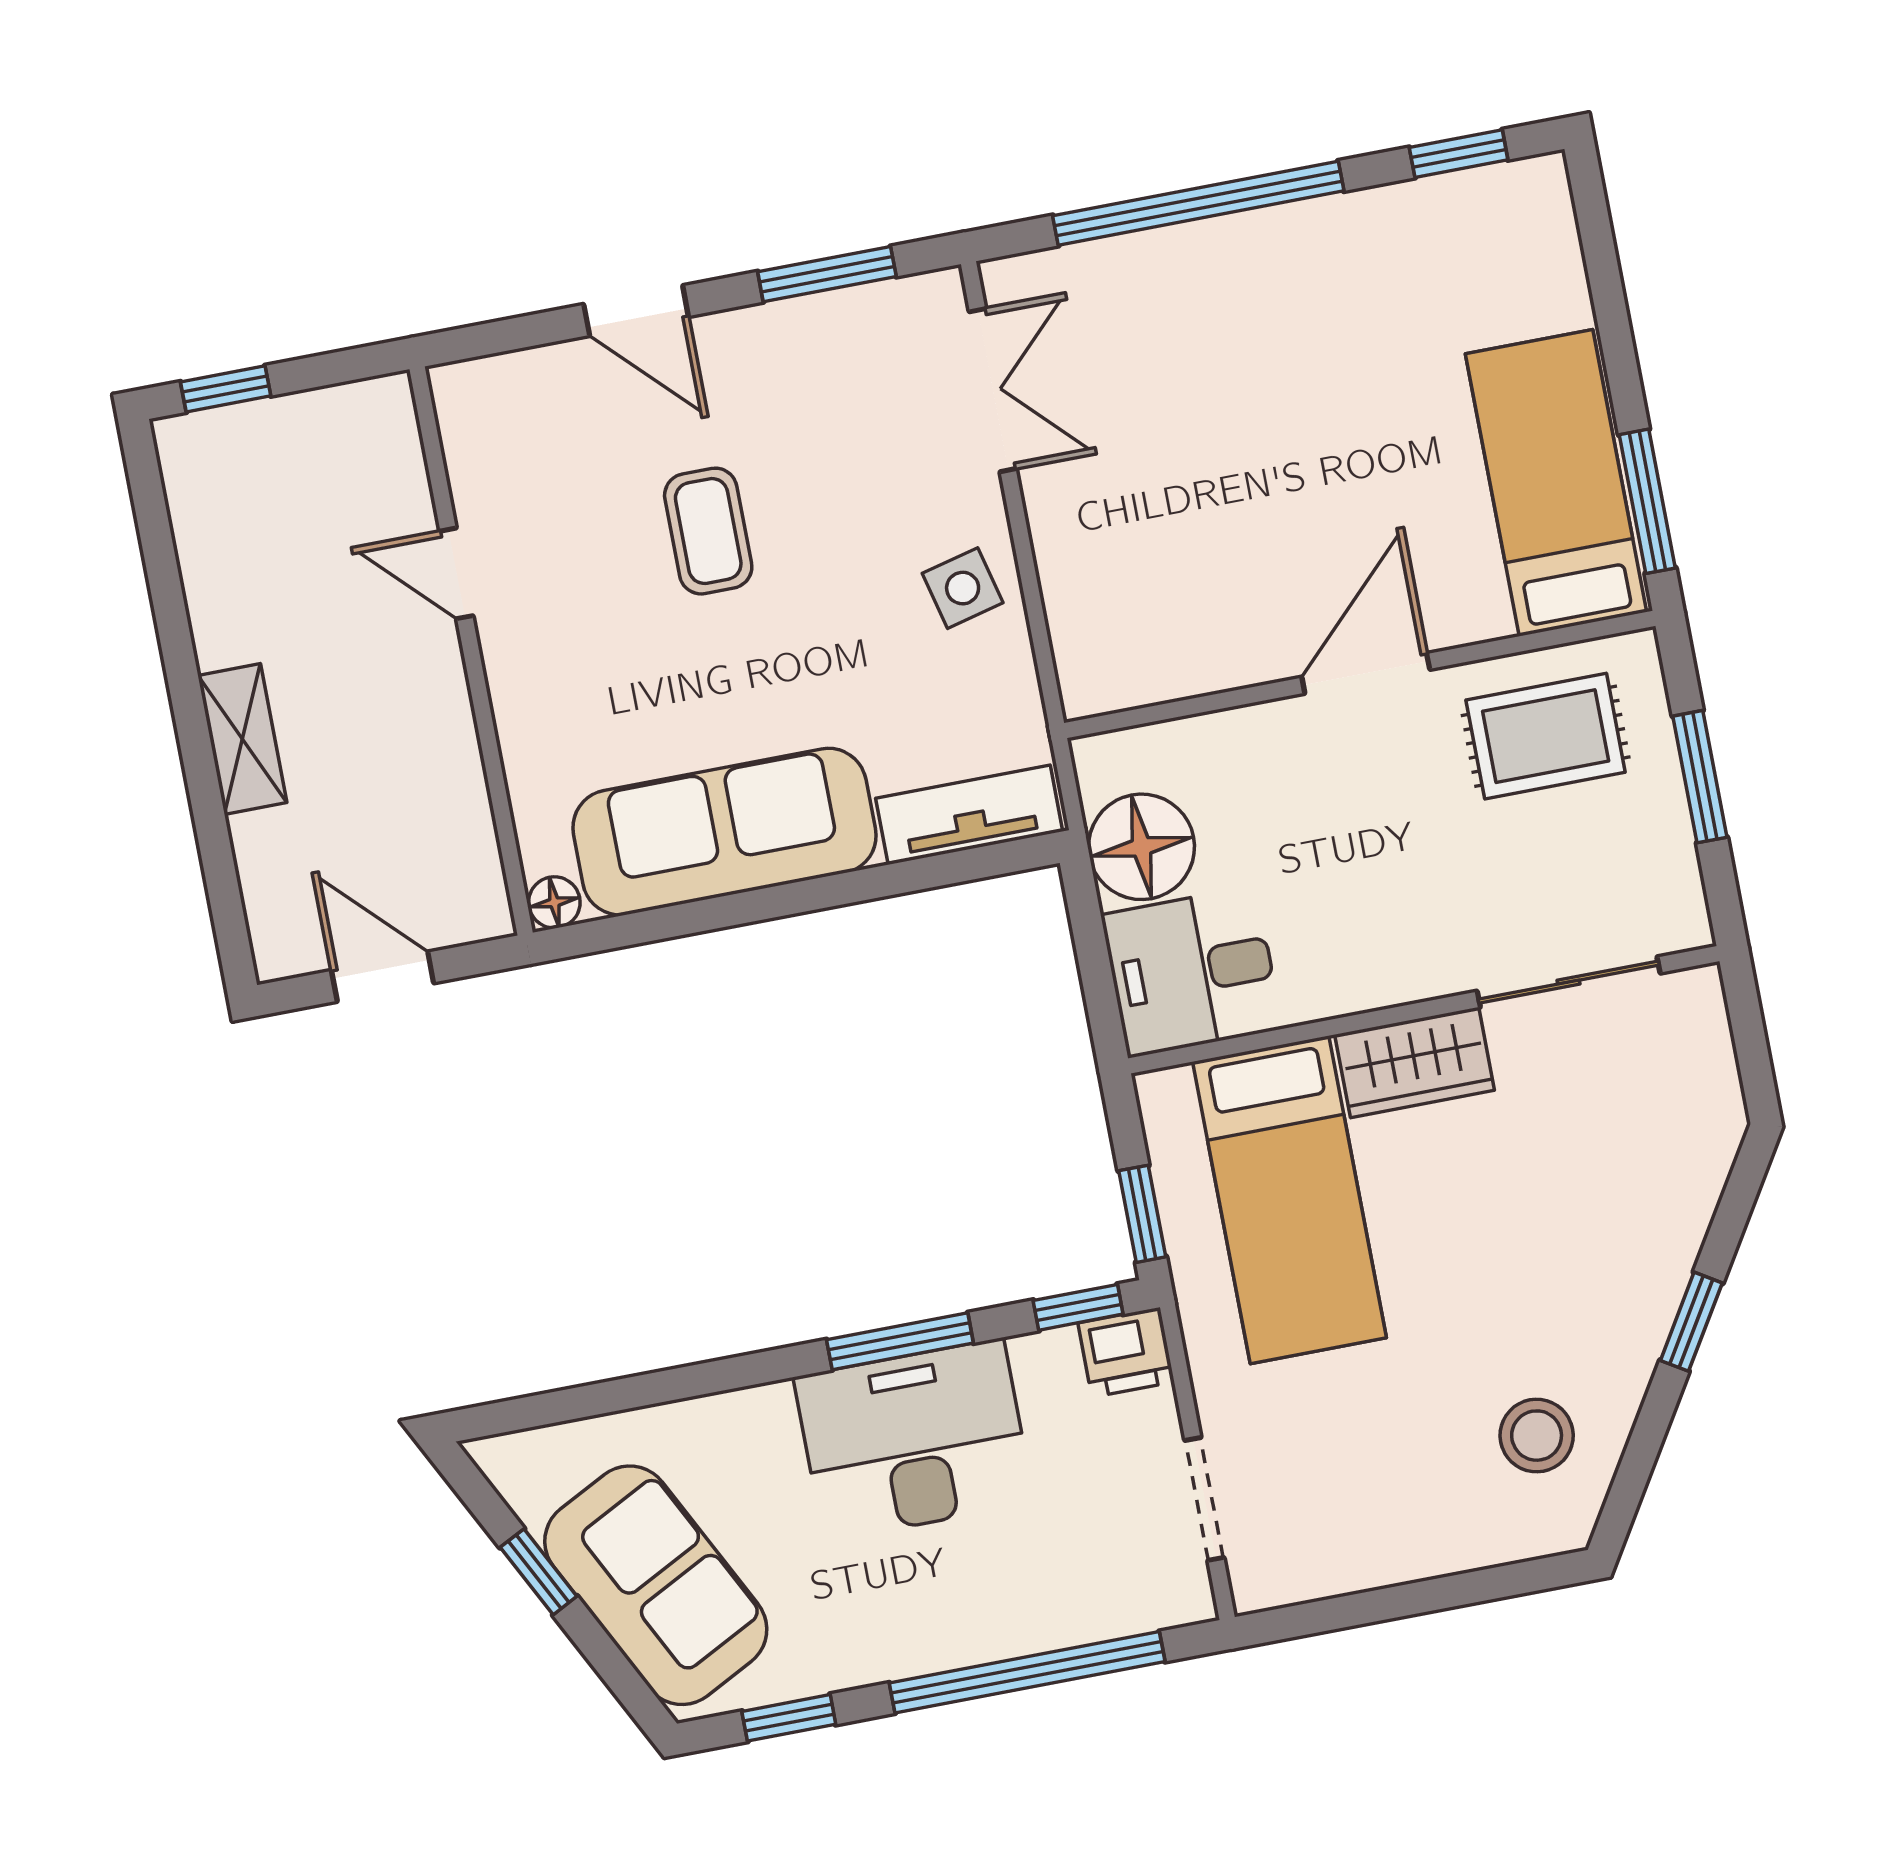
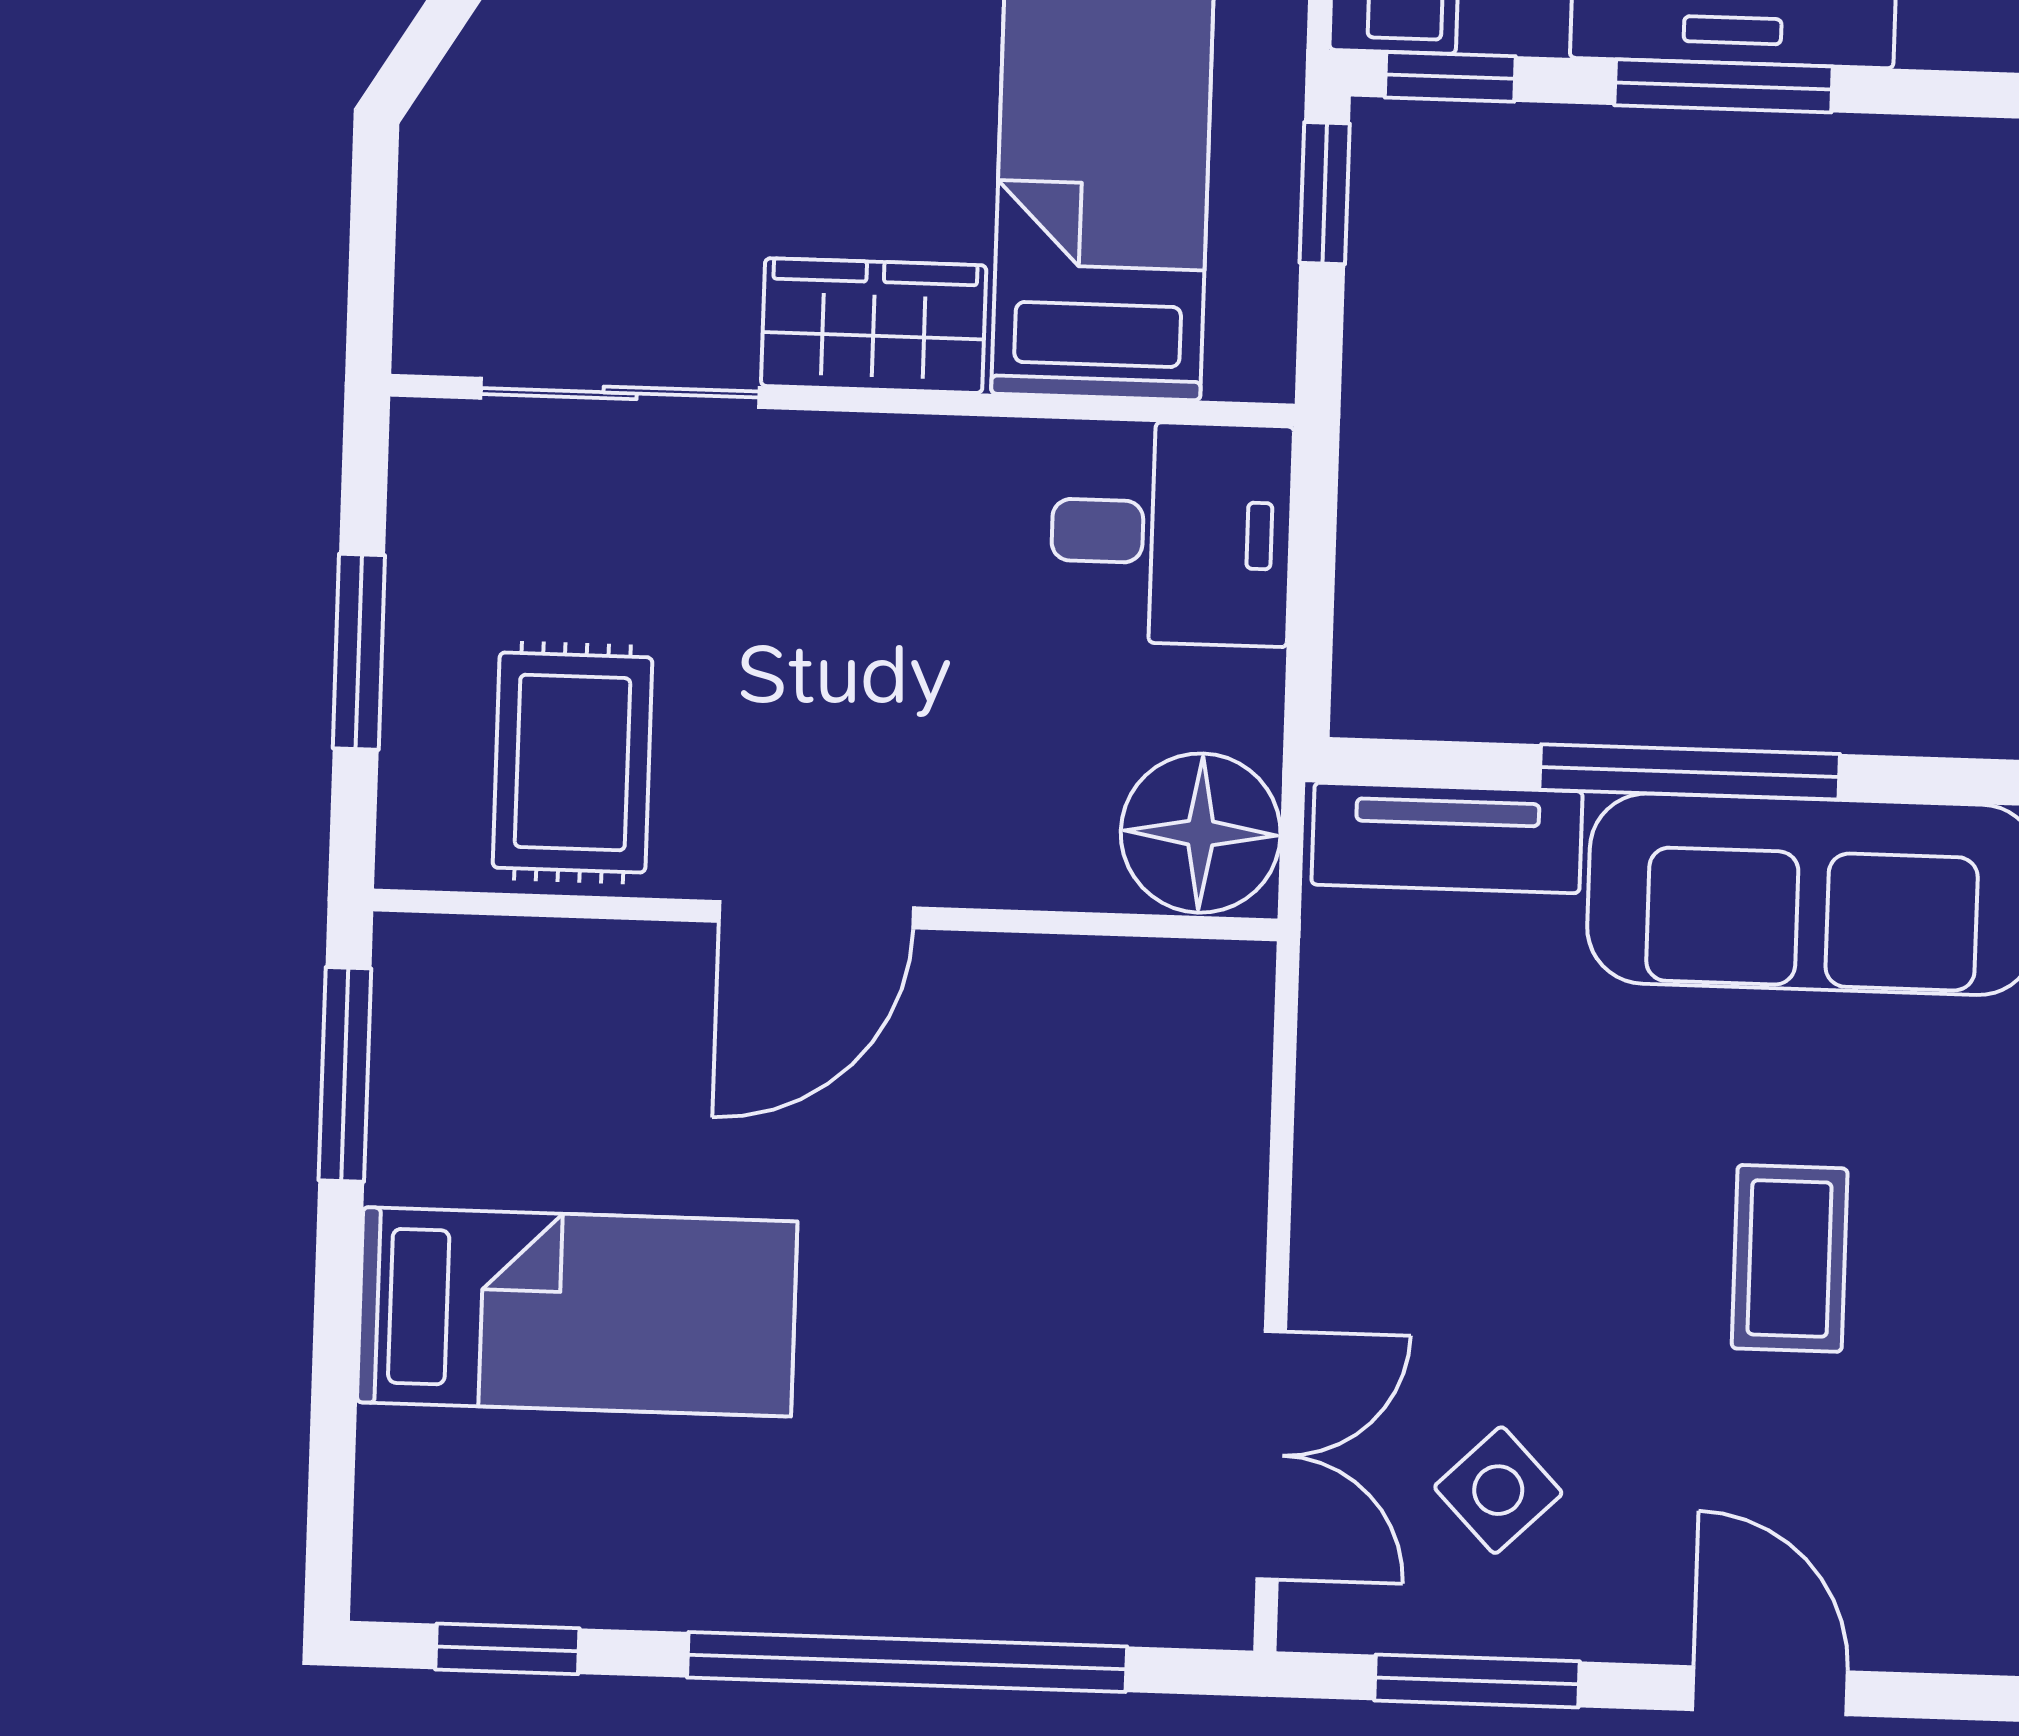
double door: (993, 390) -> (1271, 1455), swing flipped
bed: (1556, 483) -> (577, 1312), moved, turned -90
coffee table: (708, 531) -> (1790, 1258), moved
side table: (963, 588) -> (1498, 1490), moved, turned -30
rug: (1546, 736) -> (573, 763), turned 90
floor lamp: (1142, 847) -> (1201, 833), moved
window: (822, 893) -> (1690, 772), added

